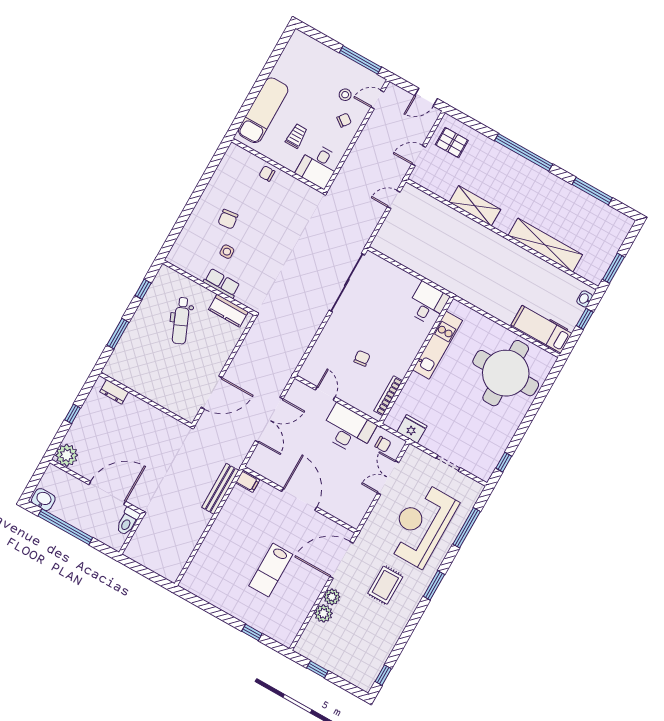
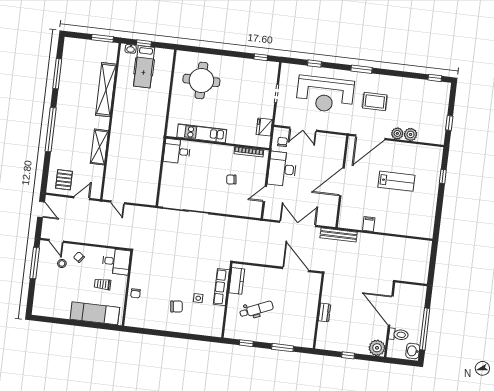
door: (419, 156) -> (82, 198), swing flipped
row of seats: (222, 283) -> (221, 287), width x1.48
hospital bed: (541, 329) -> (144, 67), moved
round table: (506, 373) -> (201, 80), width x0.73, depth x0.73
dresser: (114, 392) -> (325, 313), moved
filing cabinet: (248, 481) -> (369, 224), moved
bench: (220, 489) -> (339, 235), moved
toilet: (128, 521) -> (399, 334), moved
window: (467, 528) -> (314, 64), width x0.46
door: (342, 560) -> (370, 137), hinge flipped

